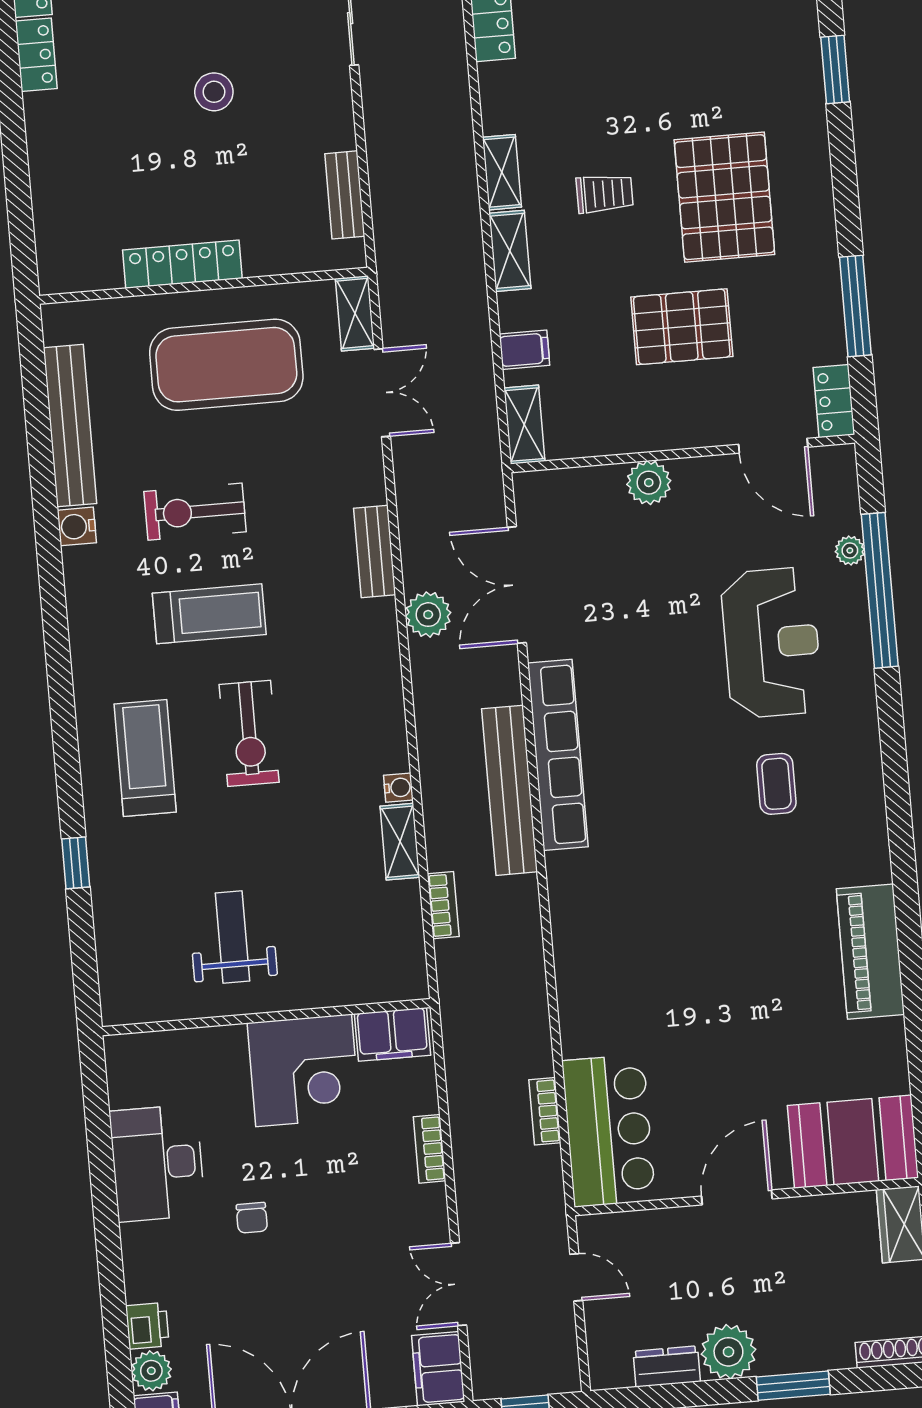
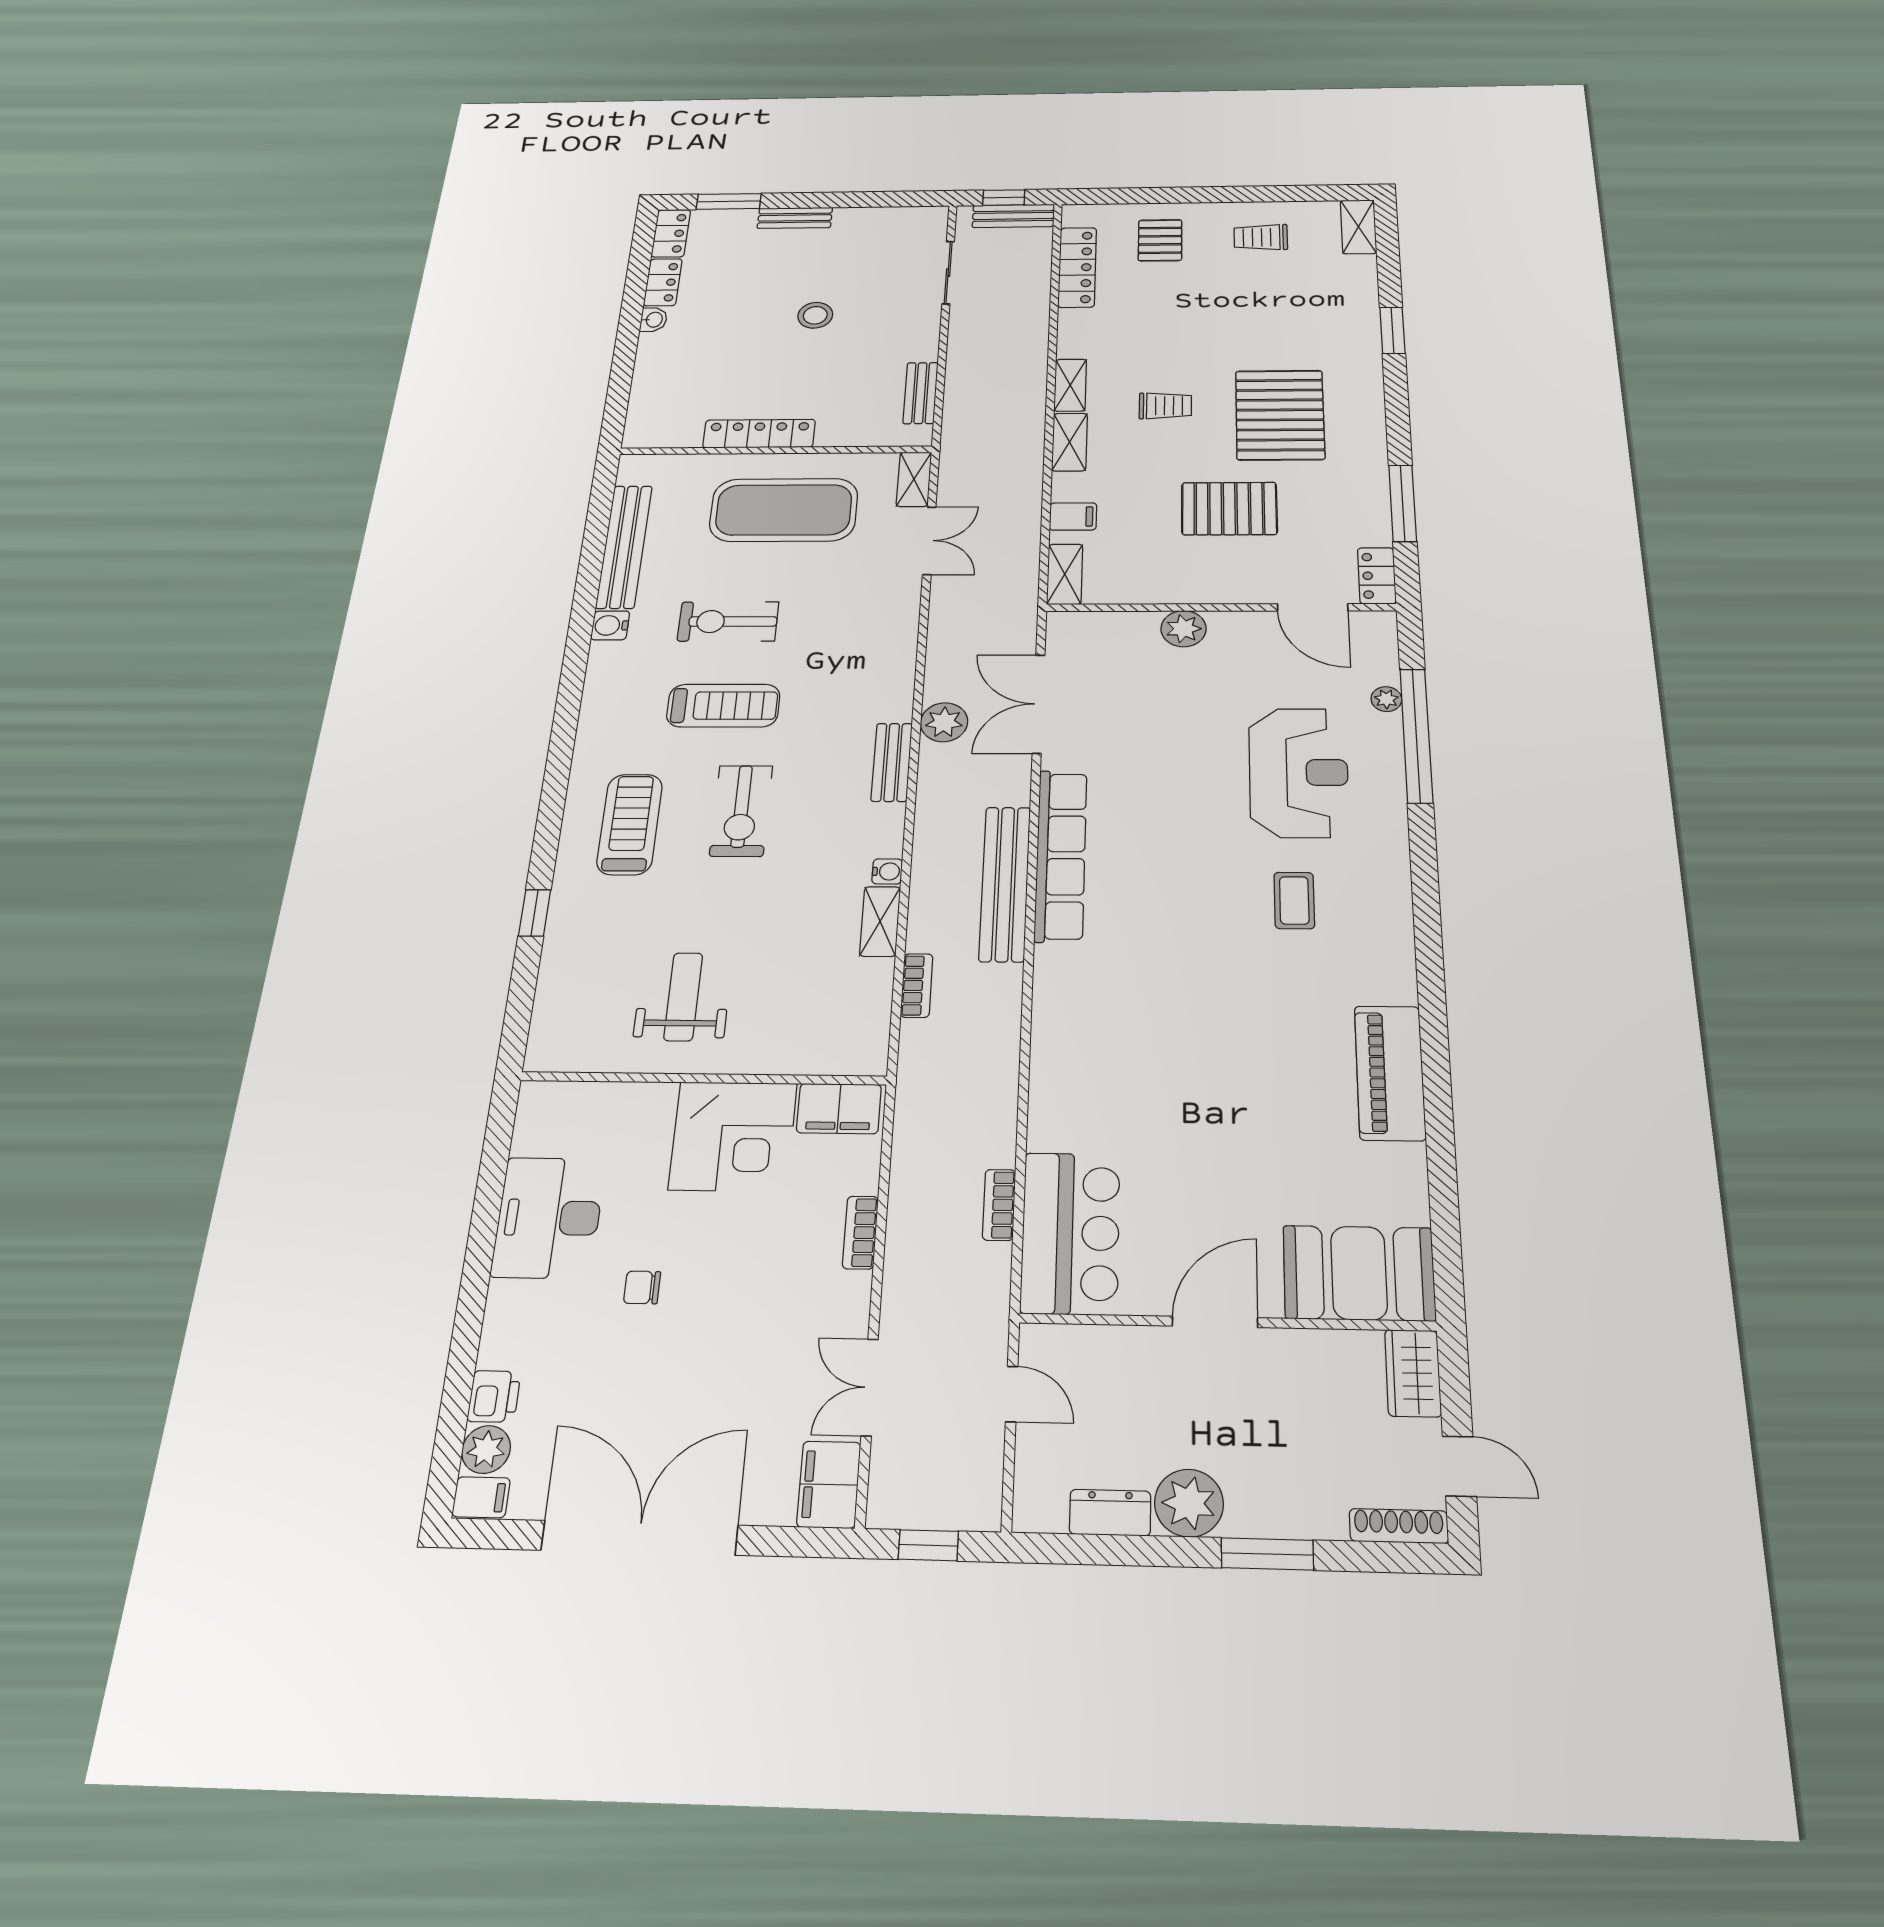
washbasin: (37, 111) -> (654, 320), added
bench: (375, 551) -> (892, 762), moved
chair: (252, 1218) -> (642, 1287), turned 90

